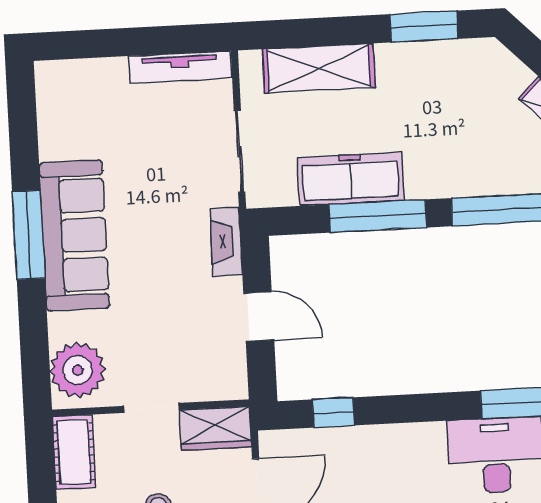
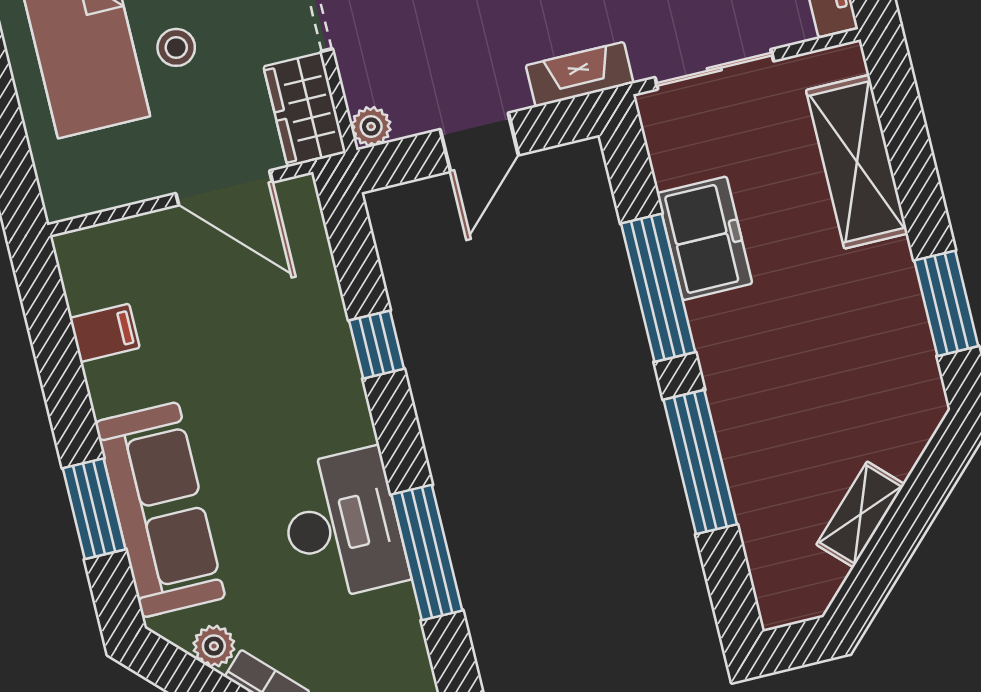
freezer: (351, 179) -> (705, 238), width x0.71
plant: (235, 387) -> (371, 127), added
window: (333, 412) -> (377, 345), moved

